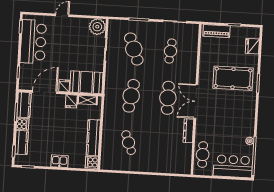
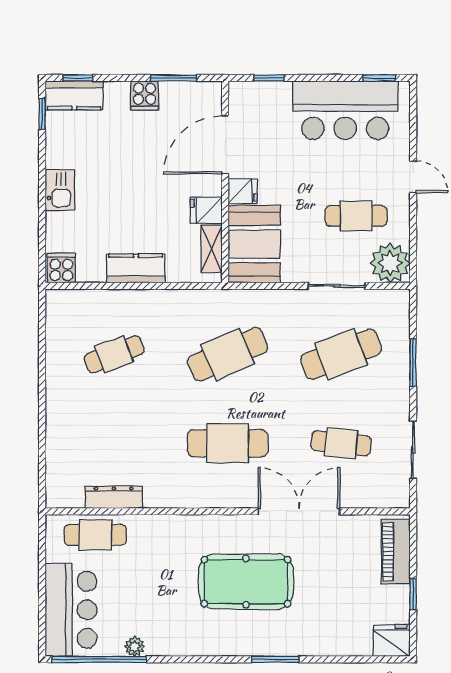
cafe table: (77, 40) -> (356, 216), added
fridge: (252, 46) -> (392, 640), moved
pool table: (233, 78) -> (246, 582), moved, turned 90
door: (45, 92) -> (225, 145), swing flipped
cafe table: (131, 96) -> (228, 354), turned -33
double door: (196, 101) -> (299, 511), moved
kitchen counter: (24, 105) -> (191, 96), removed
dresser: (188, 131) -> (114, 497), moved
kitchen counter: (93, 138) -> (136, 268), width x0.67
kitchen counter: (21, 142) -> (74, 95), moved

